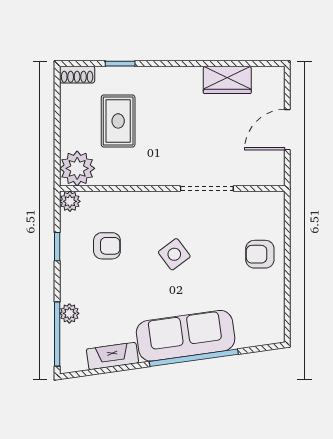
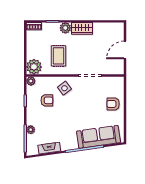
plant: (150, 79) -> (65, 28), added
wardrobe: (227, 80) -> (82, 28), moved
rug: (118, 121) -> (58, 56), moved
side table: (174, 254) -> (64, 88), moved
sofa: (186, 336) -> (99, 137), moved

